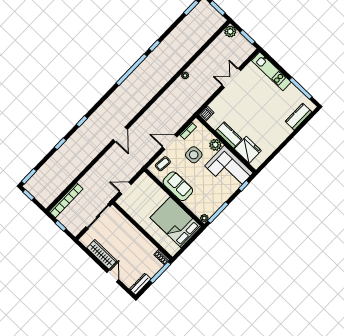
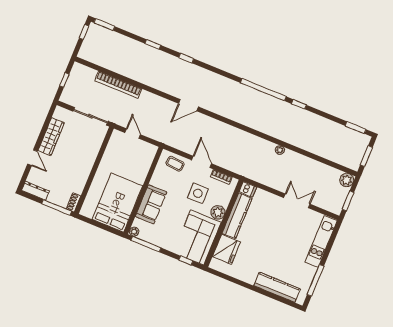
kitchen counter: (299, 117) -> (277, 287), width x1.50
kitchen counter: (229, 135) -> (237, 216), width x1.50
sofa: (178, 186) -> (151, 204), moved
bookcase: (66, 200) -> (118, 85), moved
door: (113, 276) -> (32, 158), hinge flipped

